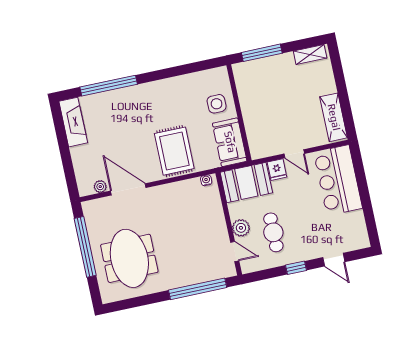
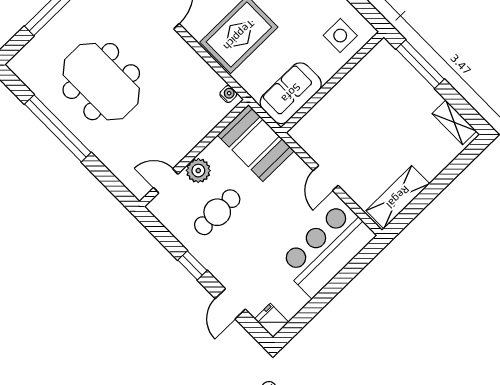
side table: (217, 104) -> (340, 36), moved
fridge: (277, 170) -> (272, 321), moved, turned 90
door: (235, 251) -> (166, 181), swing flipped
meeting table: (129, 258) -> (101, 82), moved, turned 90
window: (198, 289) -> (58, 128), moved

